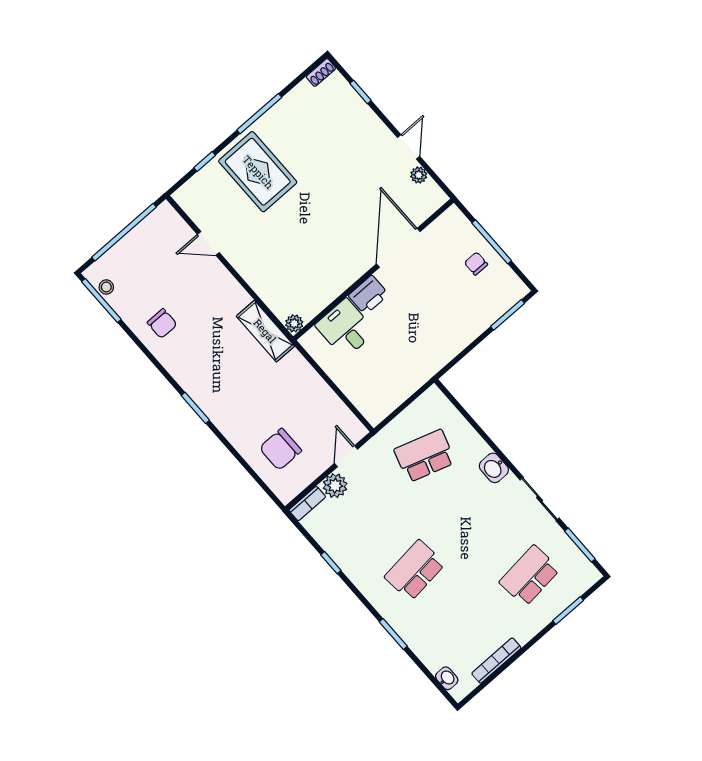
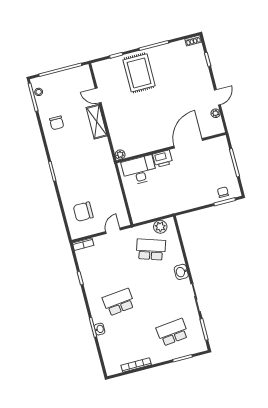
chair: (476, 264) -> (223, 192), moved
desk: (345, 328) -> (139, 170), width x1.37
shelving: (265, 331) -> (97, 122), moved
plant: (335, 486) -> (160, 227), moved
washbasin: (447, 678) -> (100, 329), moved

